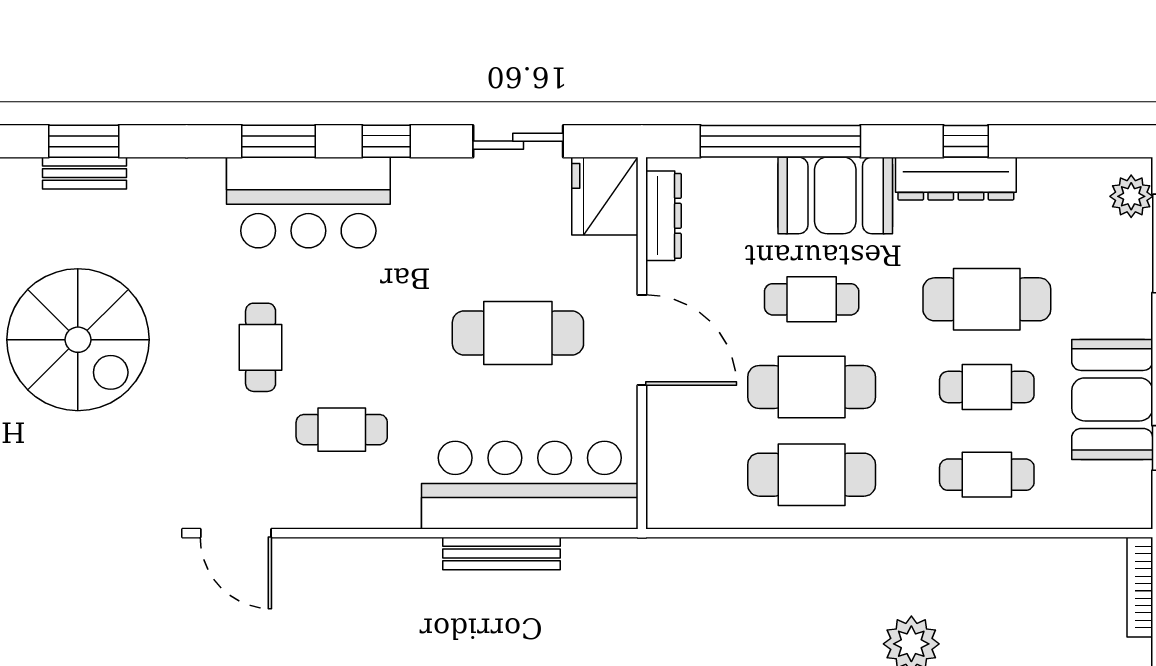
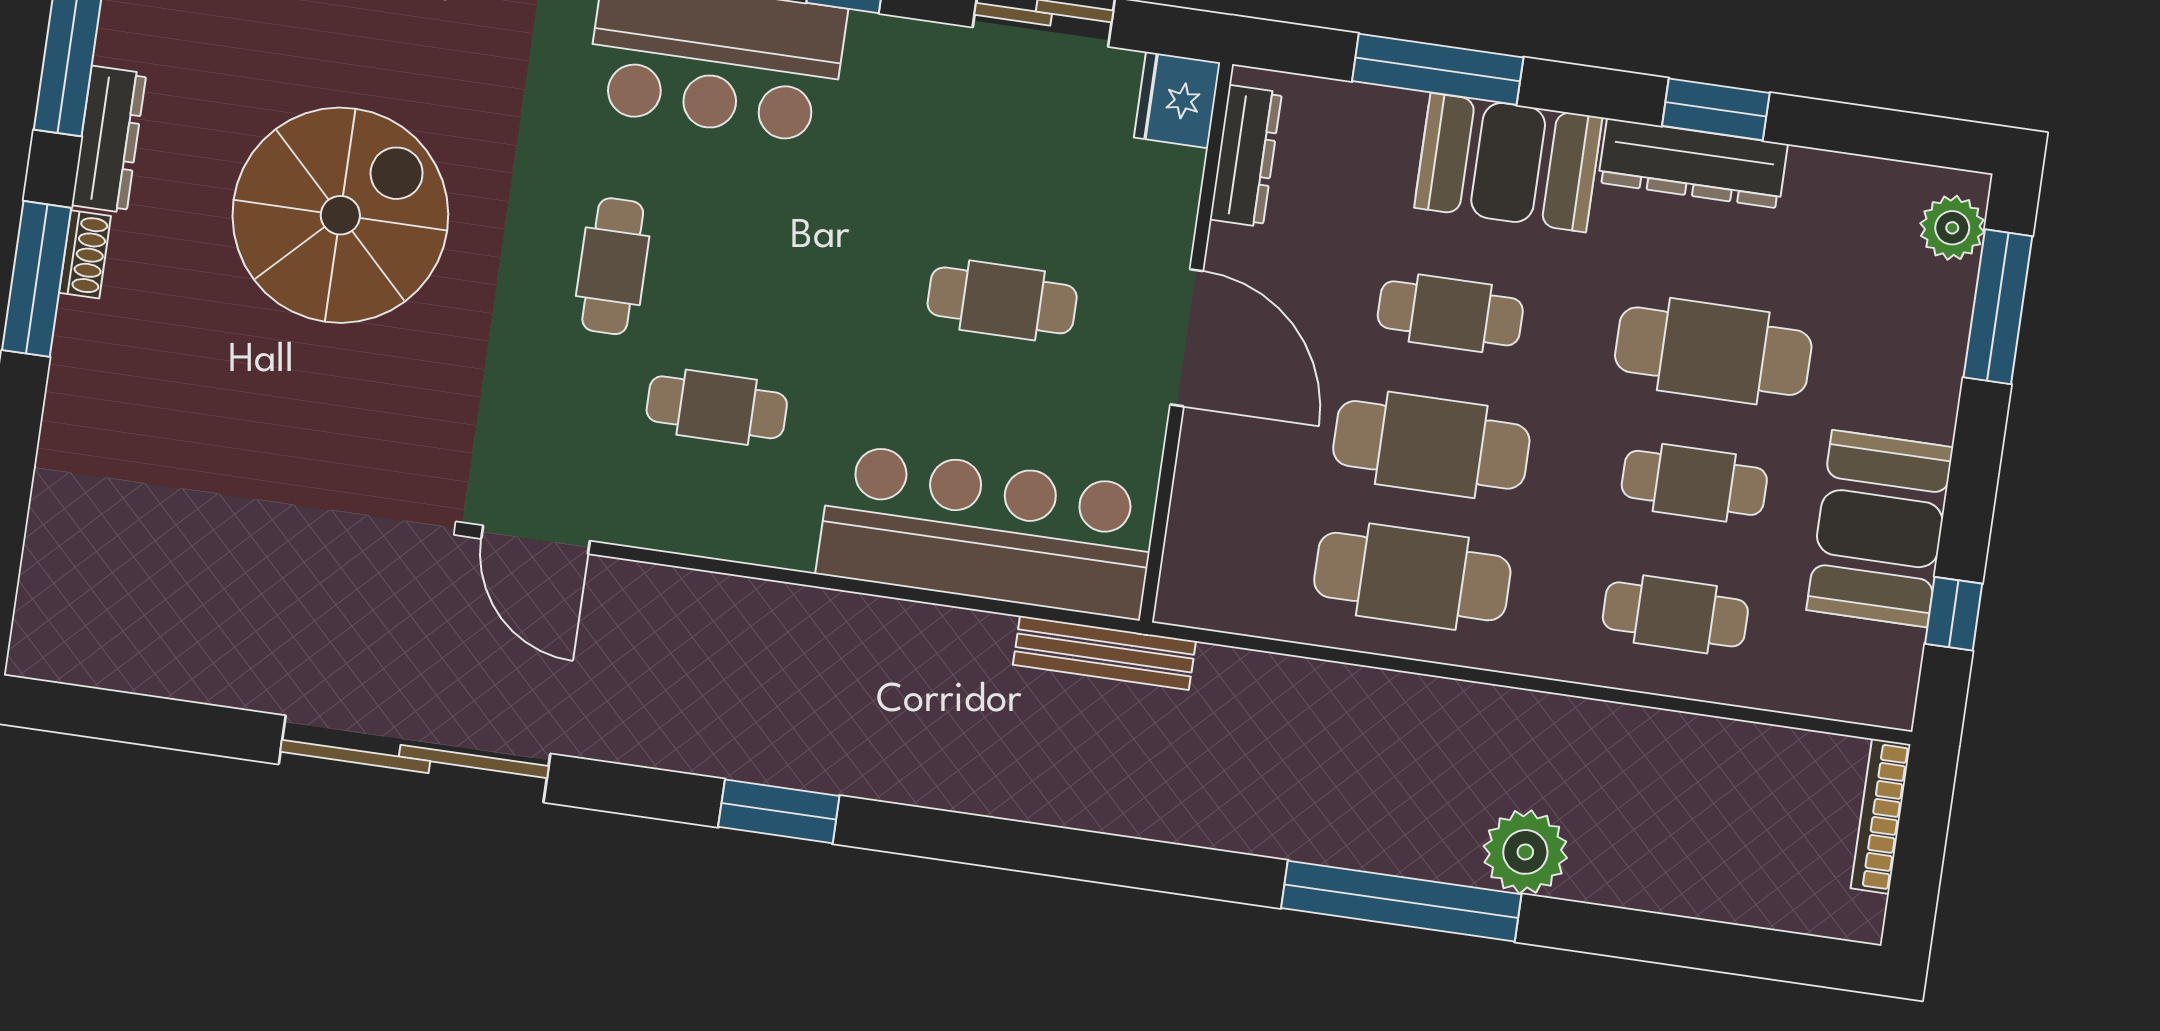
window: (780, 141) -> (1438, 69), width x0.68
window: (966, 141) -> (1716, 109), width x1.50
fridge: (605, 196) -> (1177, 100), width x0.73, depth x0.75
cafe table: (518, 333) -> (1002, 300), width x0.73, depth x0.74
spiral stairs: (78, 340) -> (340, 215), turned -90
bench: (501, 554) -> (1104, 653), moved

